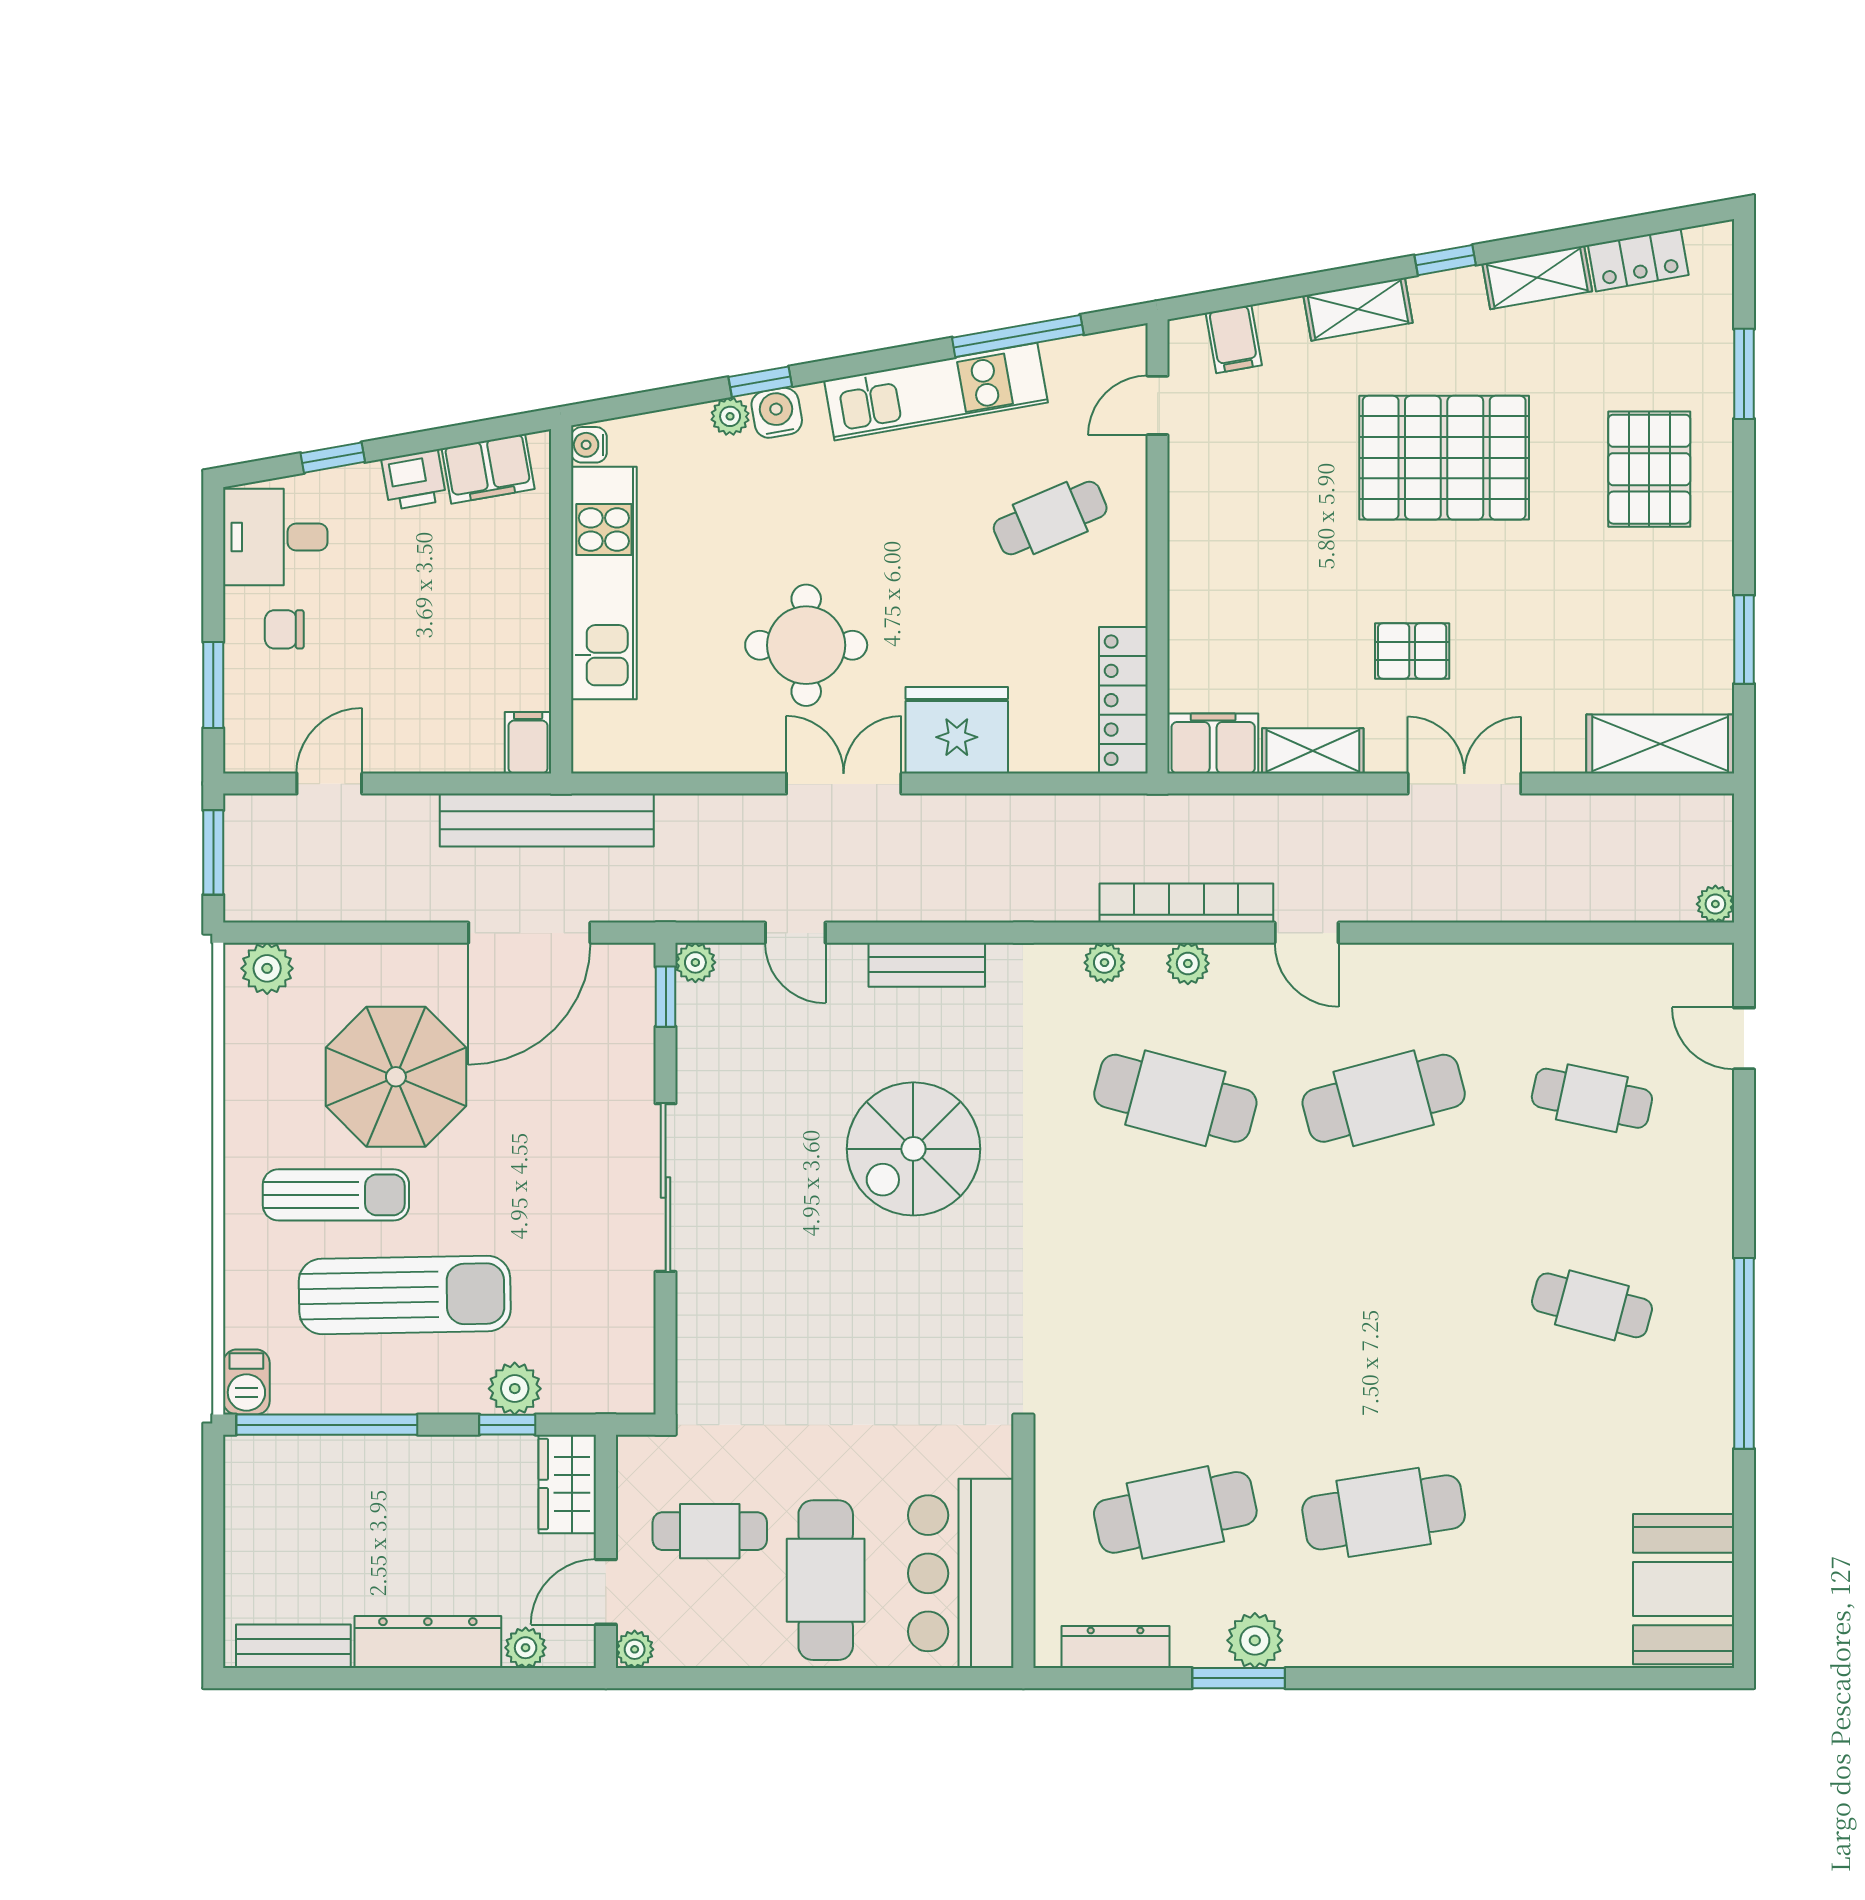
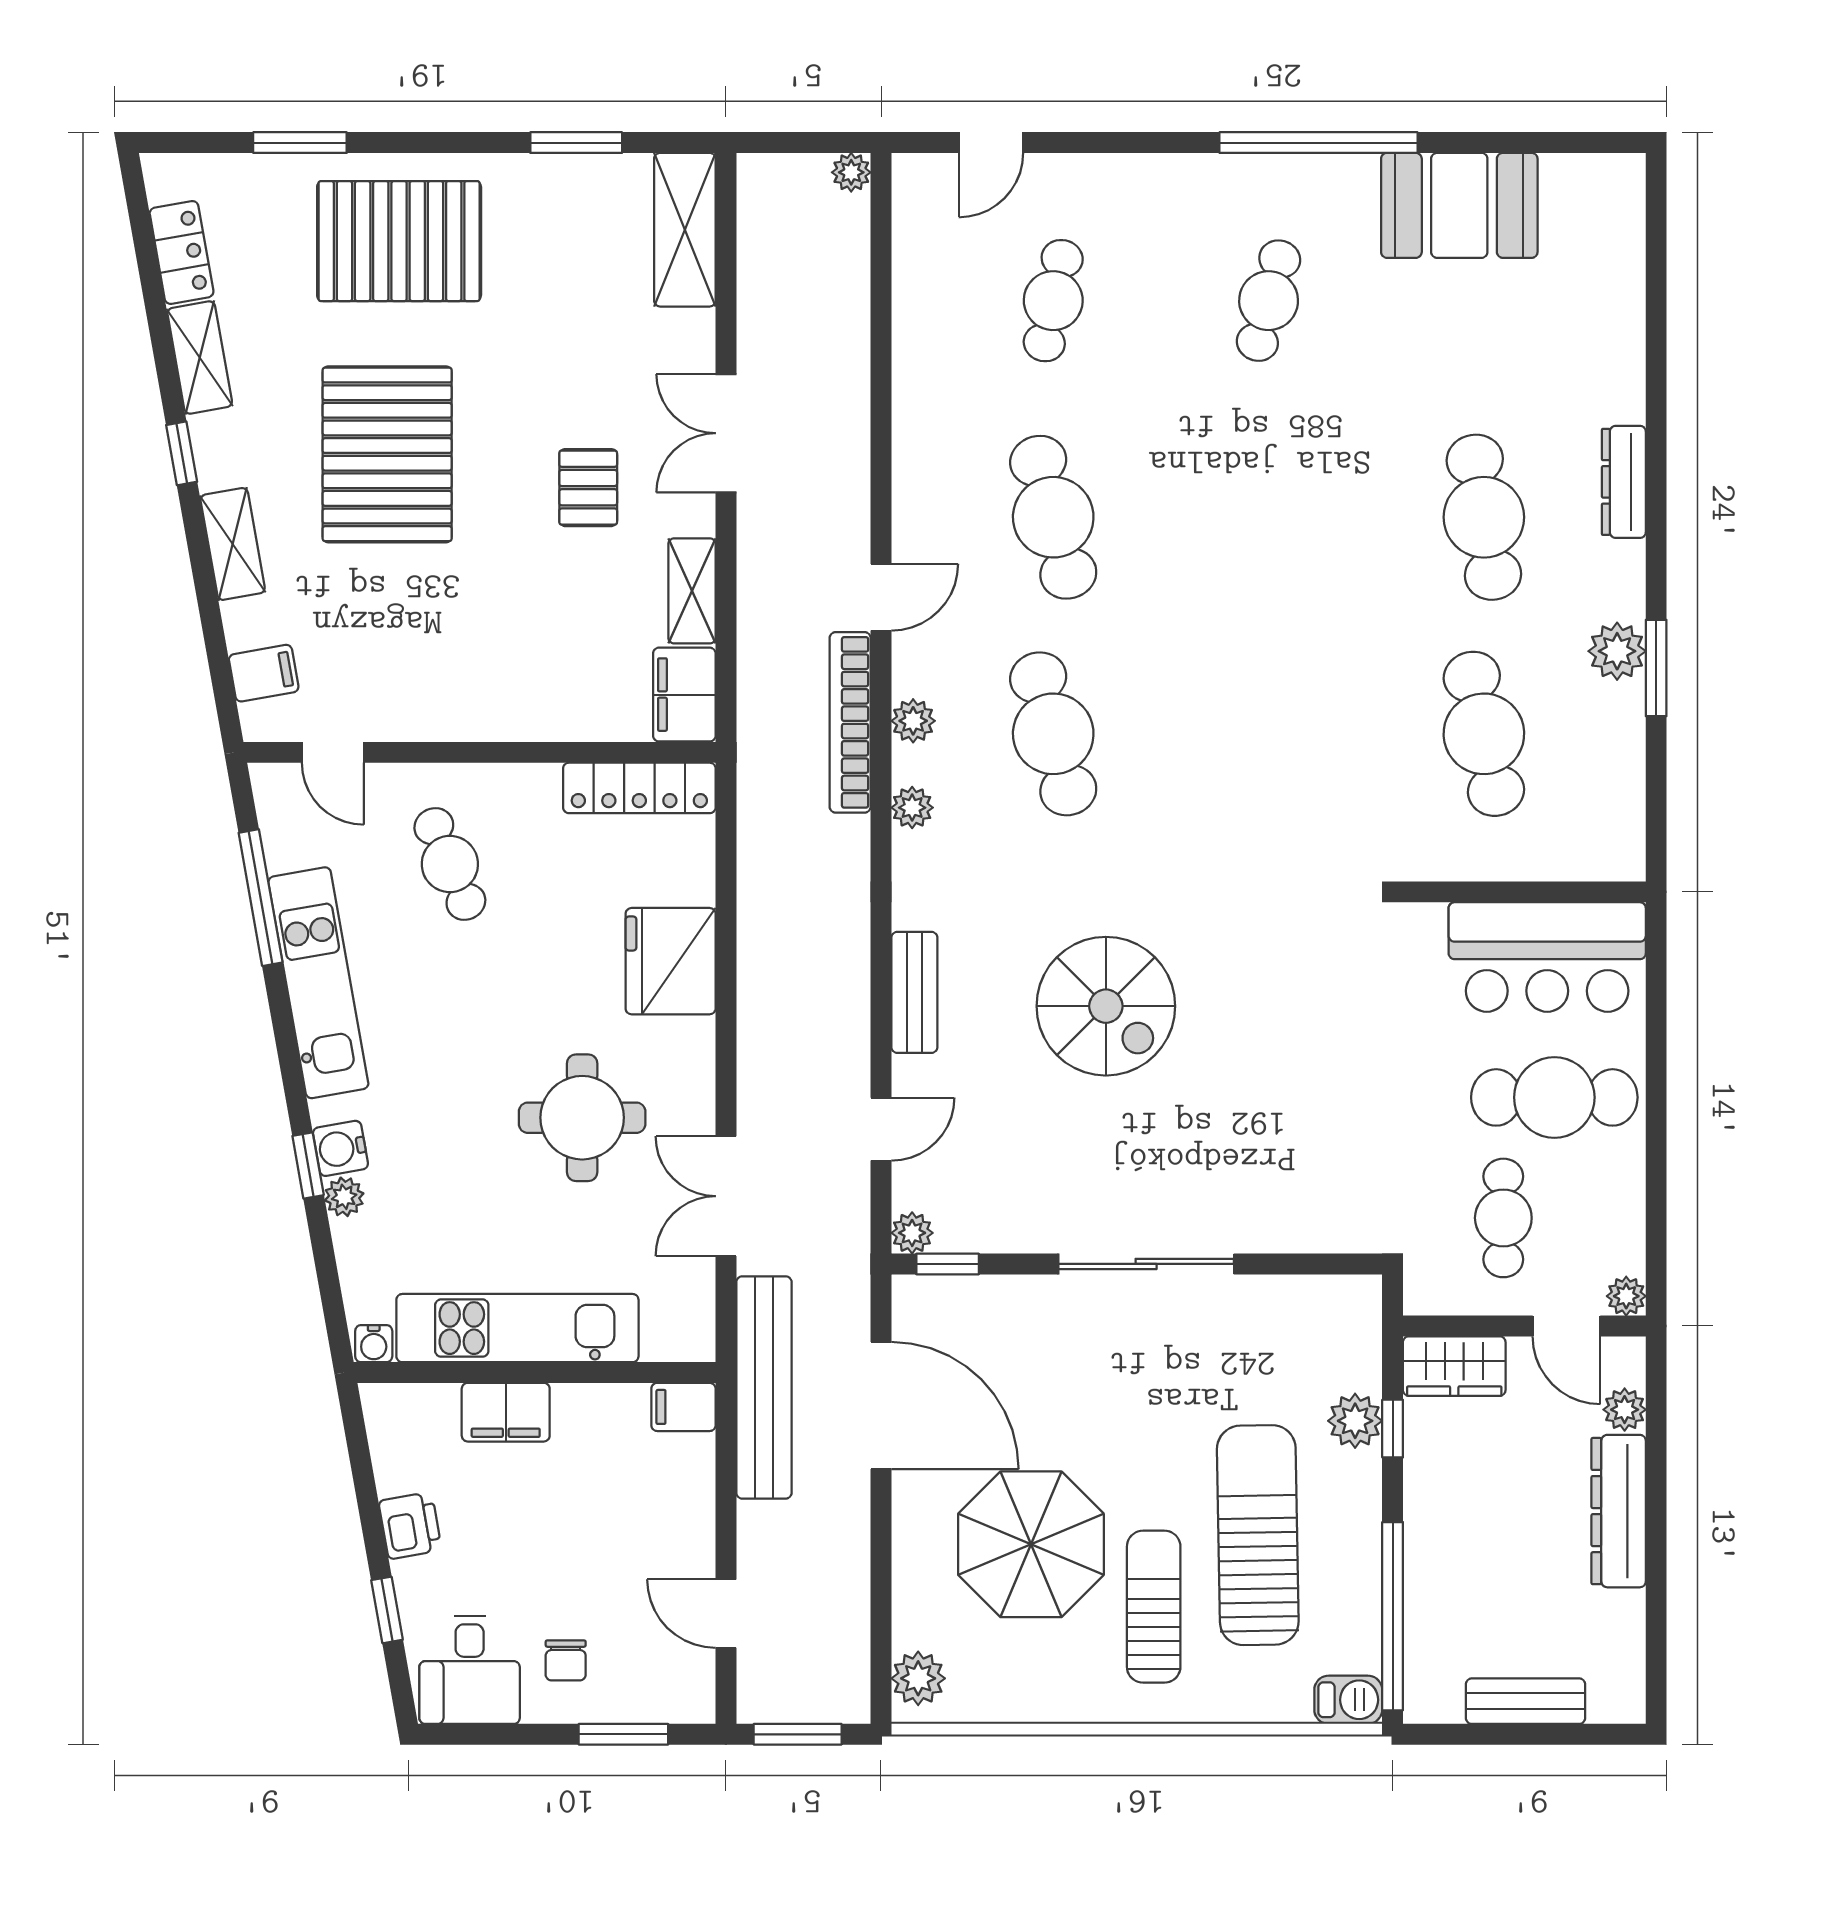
filing cabinet: (488, 469) -> (506, 1412), moved, turned 100
pallet: (1649, 469) -> (399, 241), width x1.37, depth x1.41
double door: (844, 784) -> (726, 1196), moved
cafe table: (1175, 1098) -> (1053, 734), turned -30
booth: (1684, 1589) -> (1459, 205), moved
bench: (293, 1646) -> (1525, 1701), moved, turned 90
dresser: (1116, 1647) -> (1624, 482), moved

